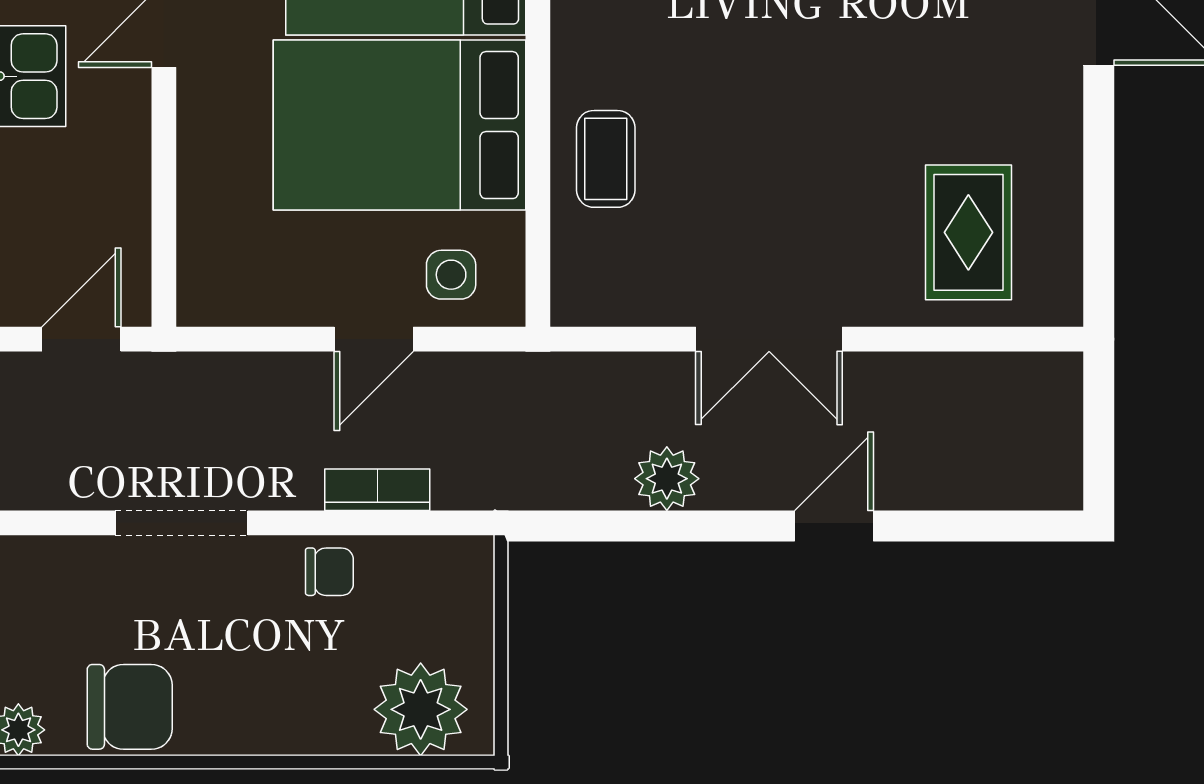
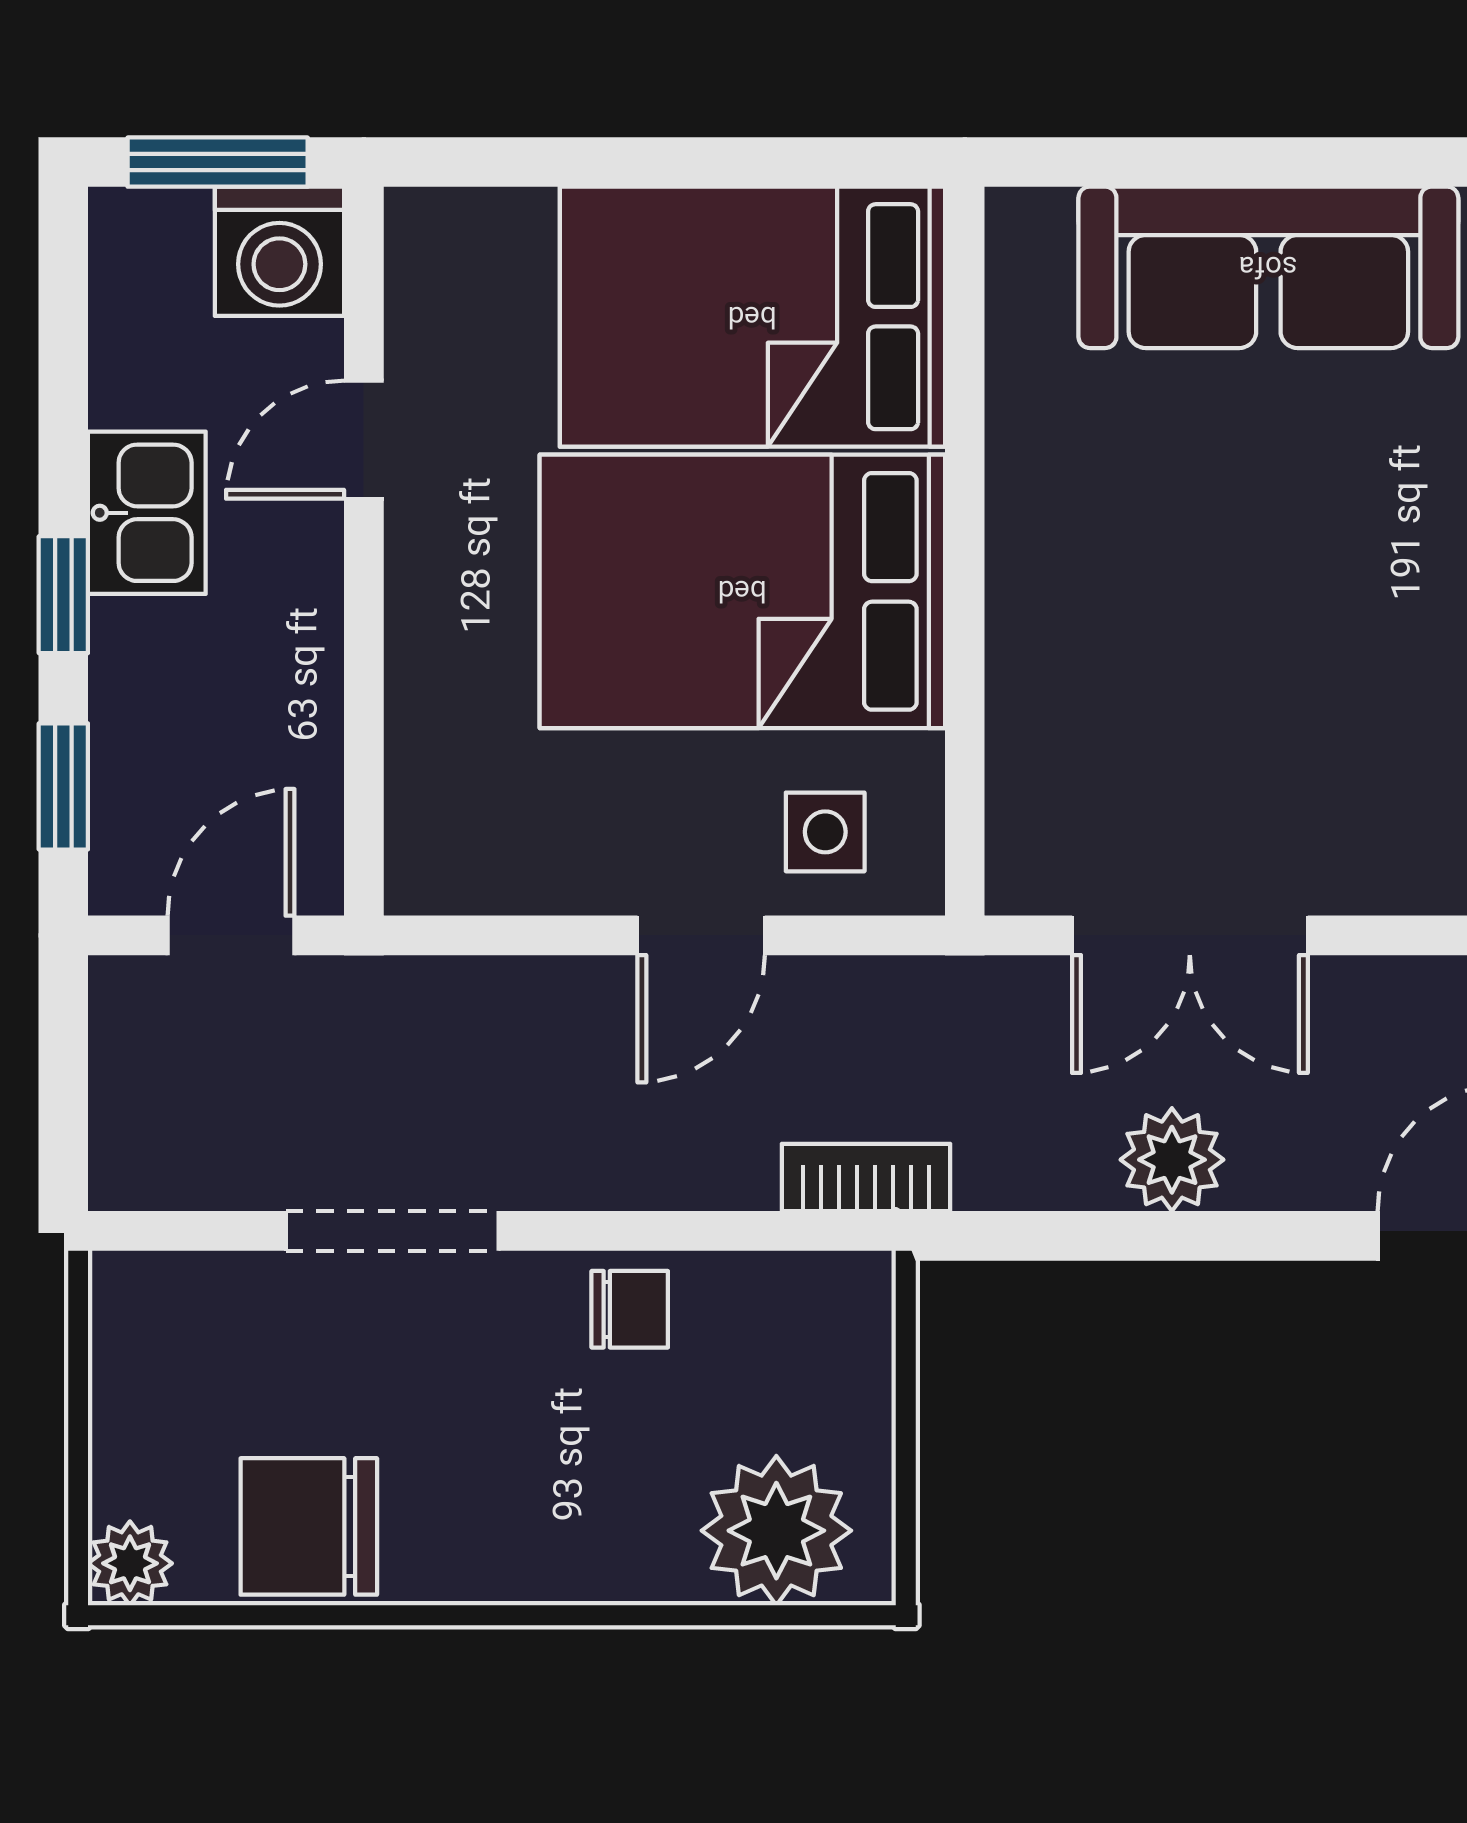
coffee table: (606, 159) -> (1074, 646), removed
double door: (769, 339) -> (1190, 935), moved
bookcase: (377, 490) -> (866, 1178), moved
chair: (130, 707) -> (309, 1526), turned 180

